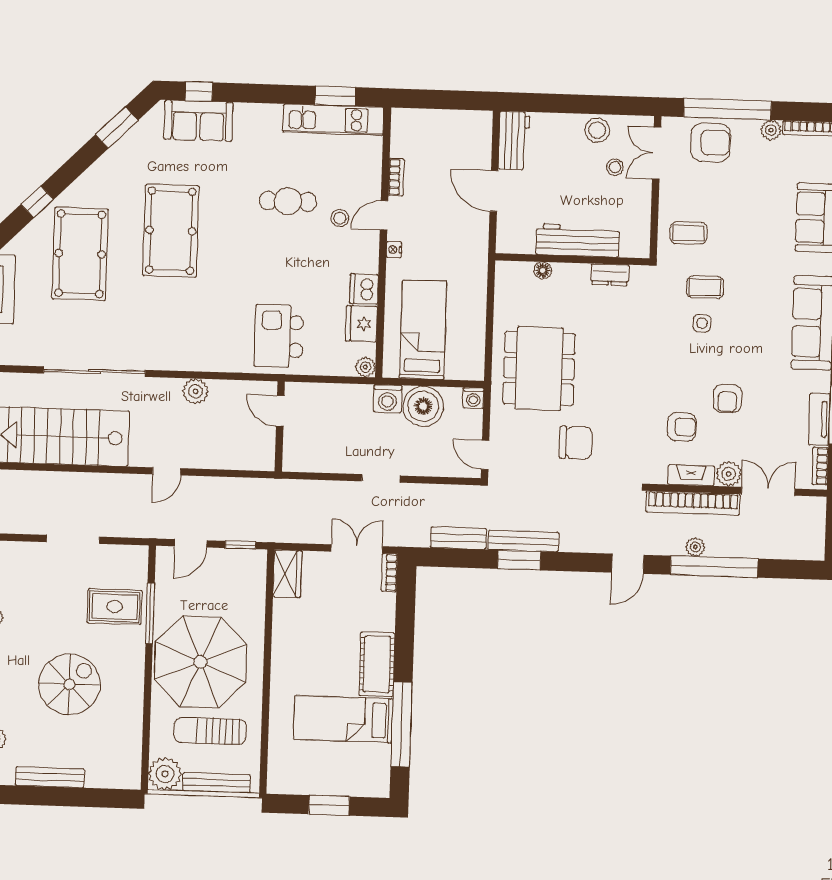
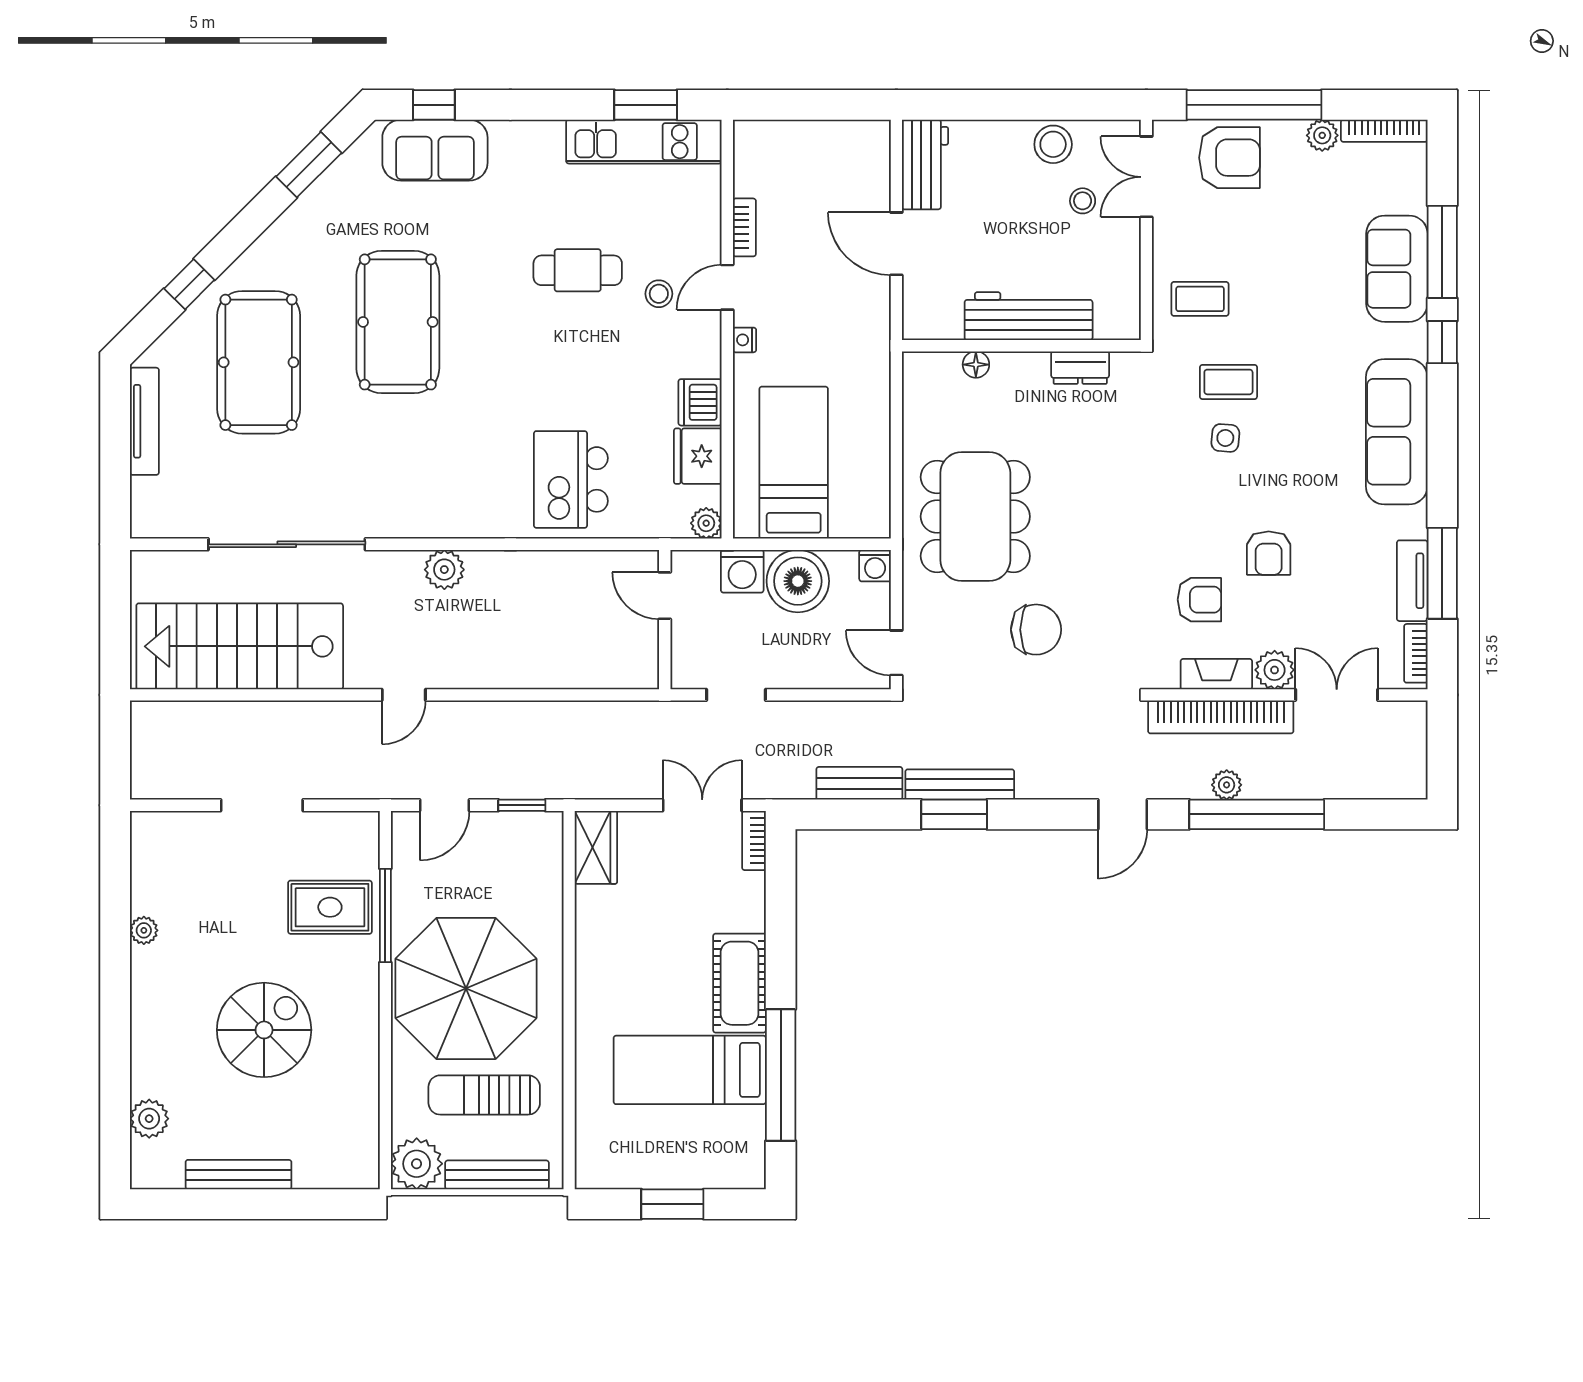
door: (280, 411) -> (665, 596), moved
wall: (280, 426) -> (665, 620), moved

